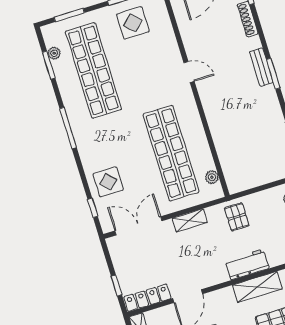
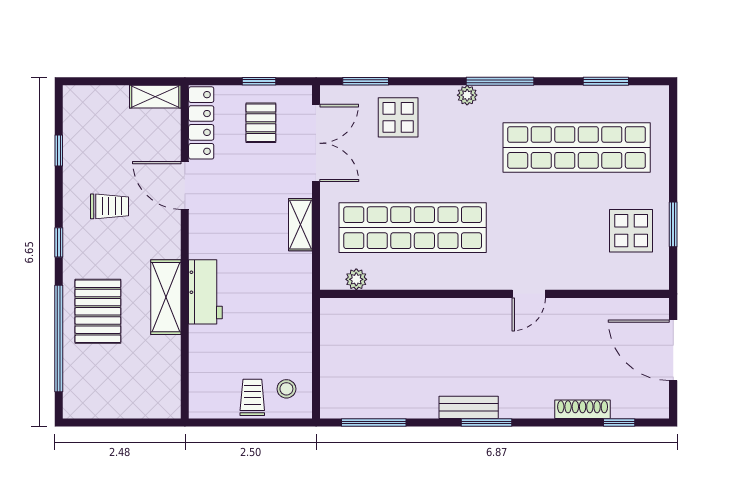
window: (69, 15) -> (673, 137), removed
plant: (54, 53) -> (467, 95), moved
bench: (261, 67) -> (469, 407), moved
window: (93, 208) -> (366, 81), width x1.50
pallet: (237, 217) -> (261, 123), moved, turned 90
window: (117, 285) -> (259, 81), moved

